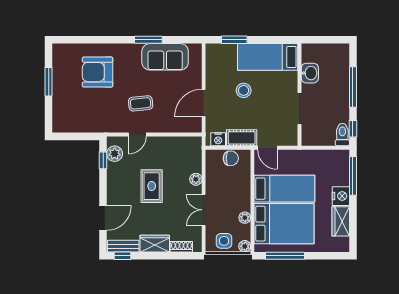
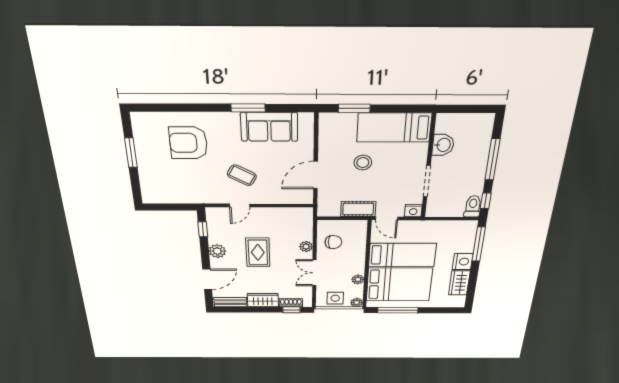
coffee table: (141, 103) -> (242, 175), turned 35
nightstand: (218, 139) -> (413, 211), moved
plant: (115, 154) -> (217, 251), moved
chair: (231, 158) -> (333, 242), moved
window: (123, 256) -> (291, 310), moved

